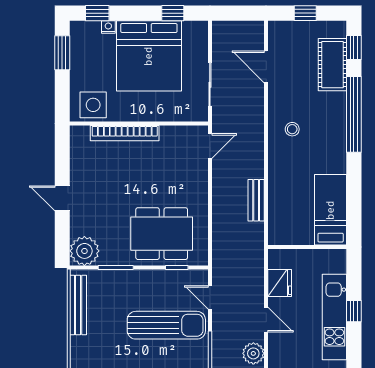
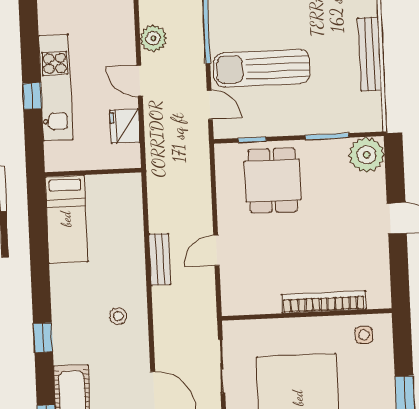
side table: (93, 105) -> (364, 335), width x0.54, depth x0.54
window: (354, 114) -> (43, 338), width x0.32
door: (210, 146) -> (216, 250), moved
bench: (256, 200) -> (160, 259), moved
dining table: (162, 234) -> (273, 180), width x0.73
bench: (78, 305) -> (370, 54), moved

